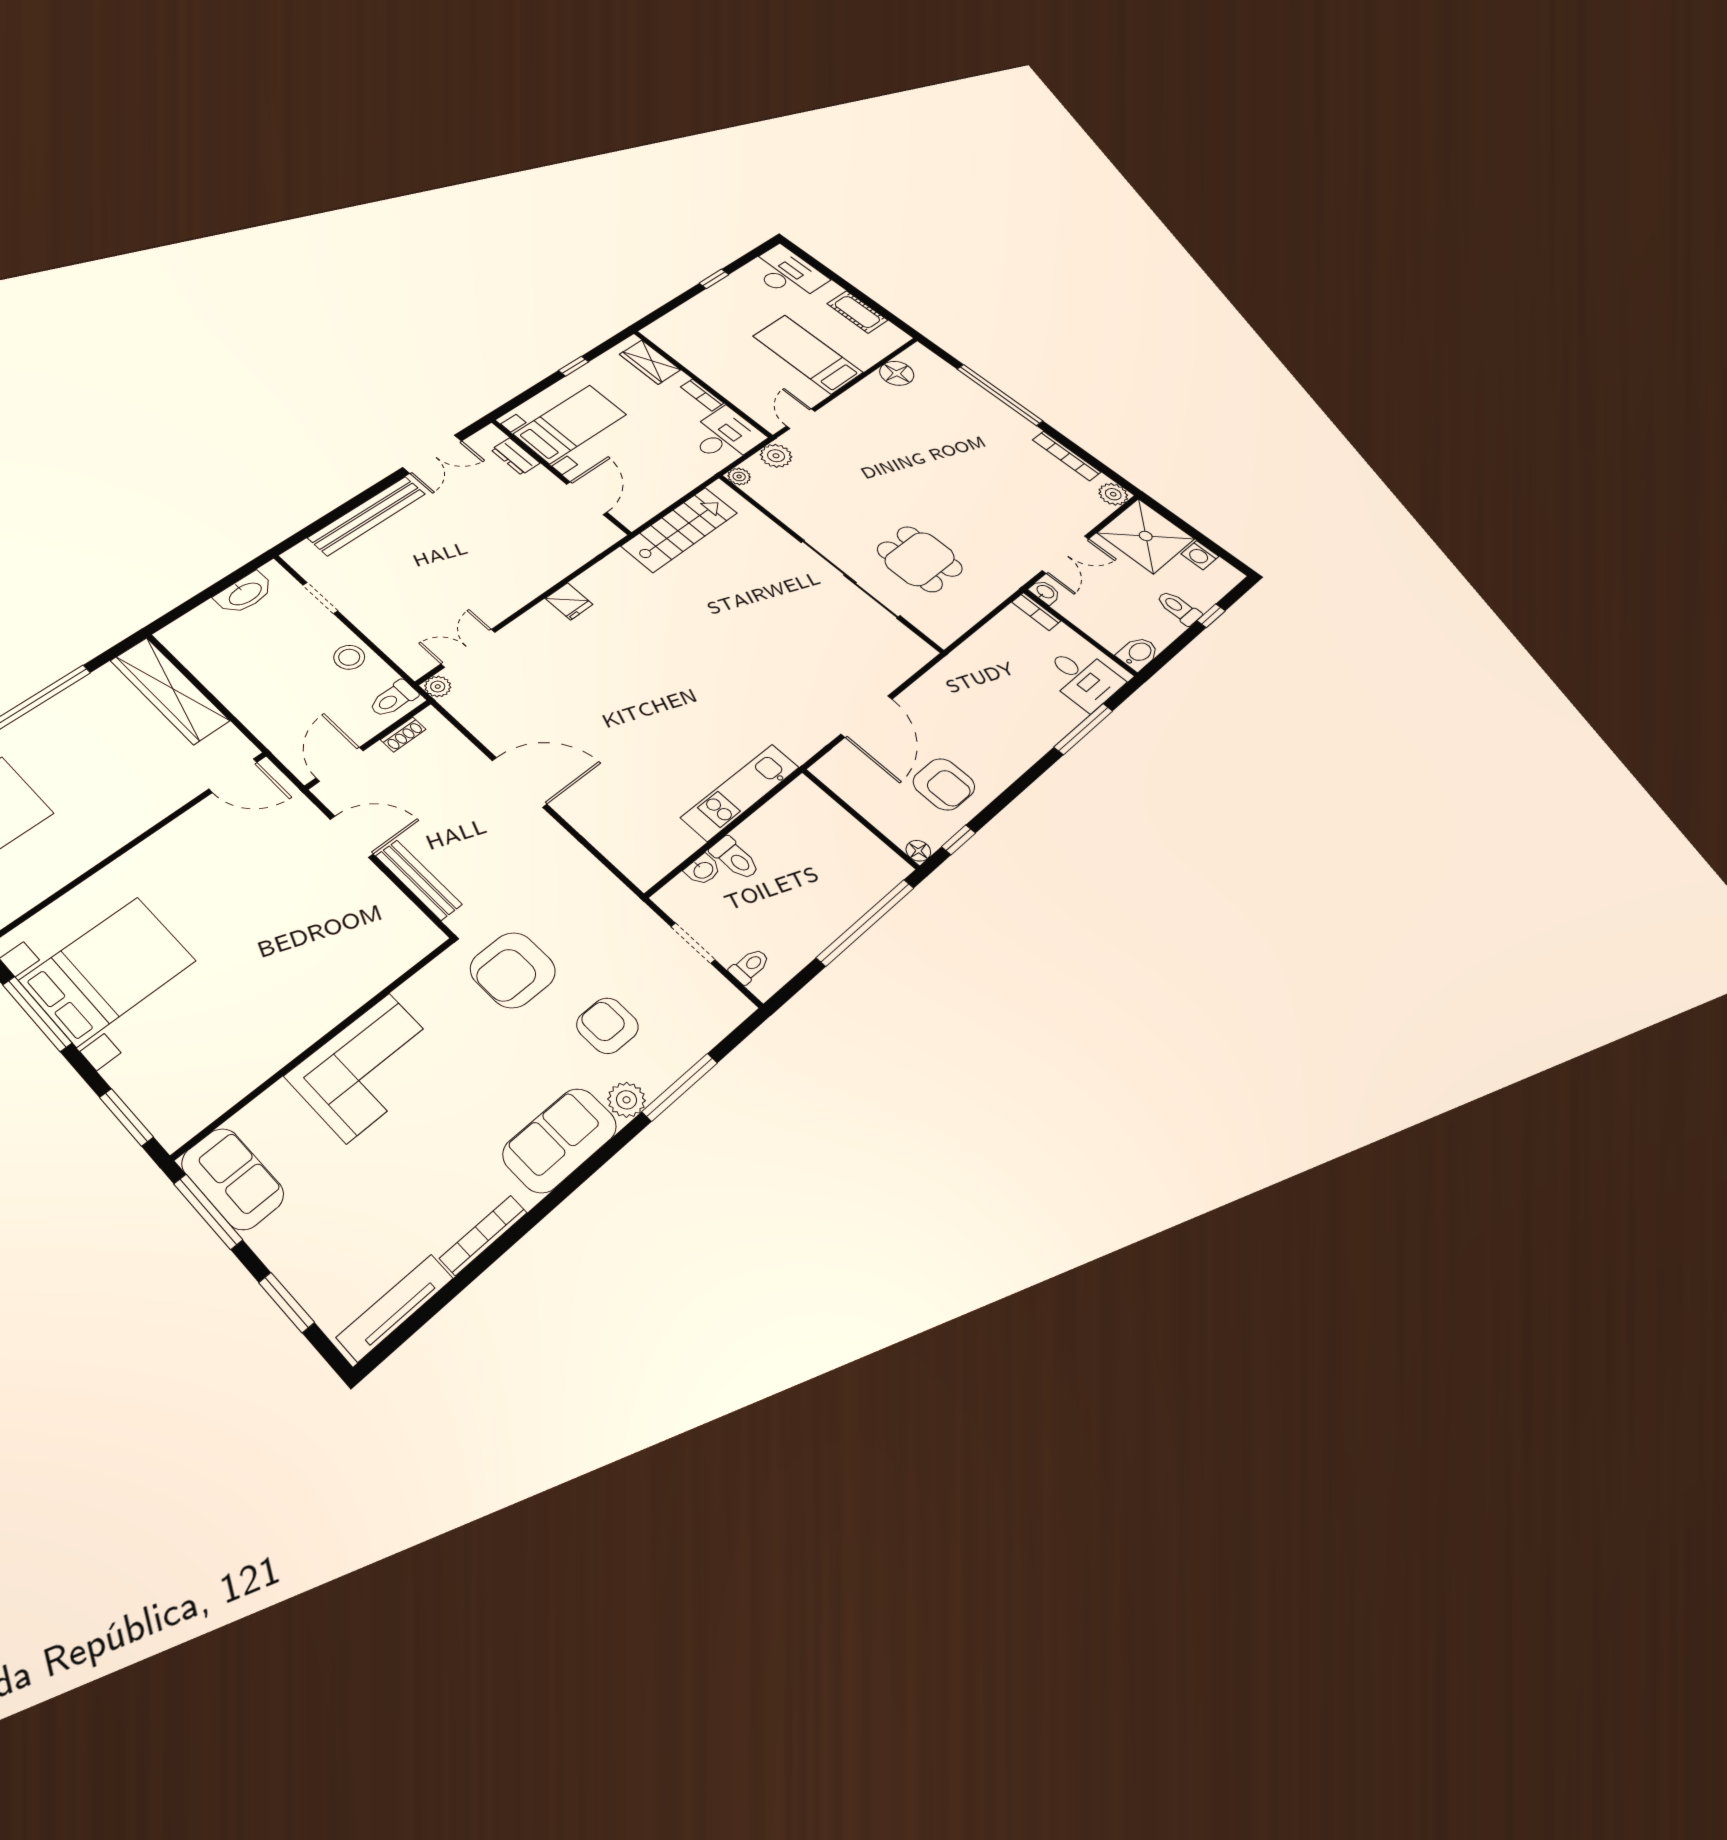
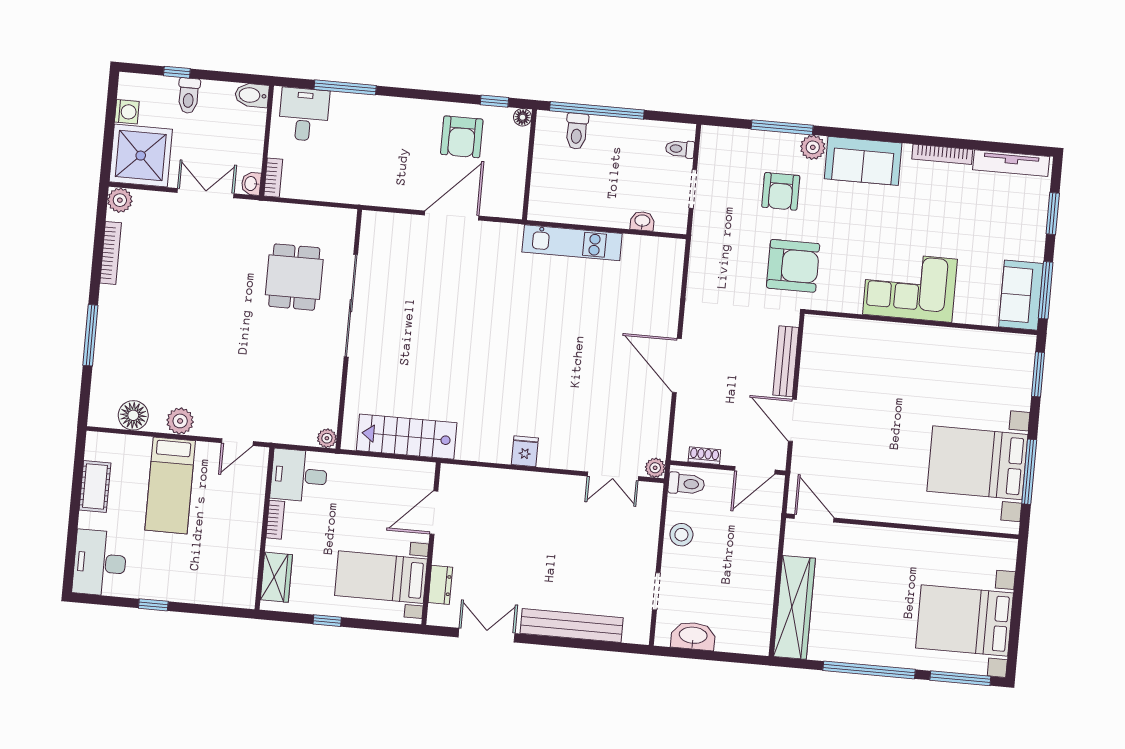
window: (1000, 395) -> (90, 335), width x0.68
plant: (776, 456) -> (180, 421), moved
armchair: (944, 784) -> (462, 137), turned 180
toilet: (735, 858) -> (577, 131), moved, turned 180

